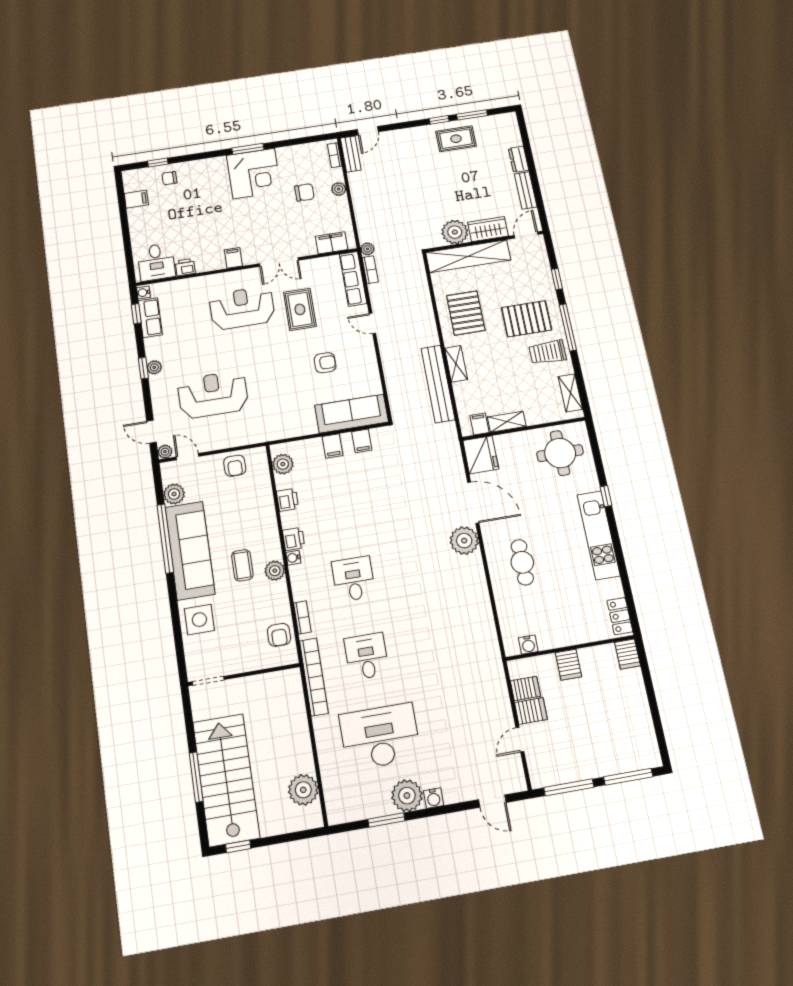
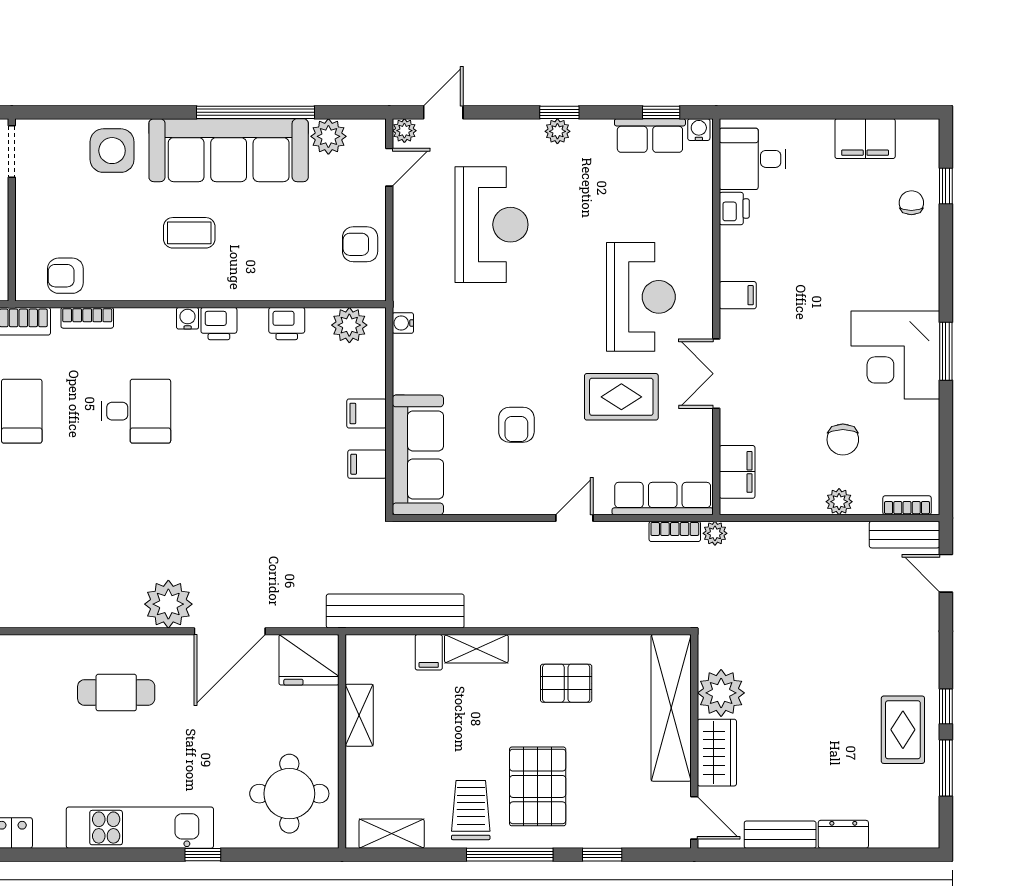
filing cabinet: (136, 199) -> (865, 139), width x2.00
pallet: (466, 313) -> (566, 683), width x0.67, depth x0.71
bench: (438, 384) -> (395, 611), moved
filing cabinet: (479, 424) -> (429, 652), moved, turned 90
water cooler: (277, 434) -> (403, 323), added
plant: (275, 571) -> (171, 285), removed

